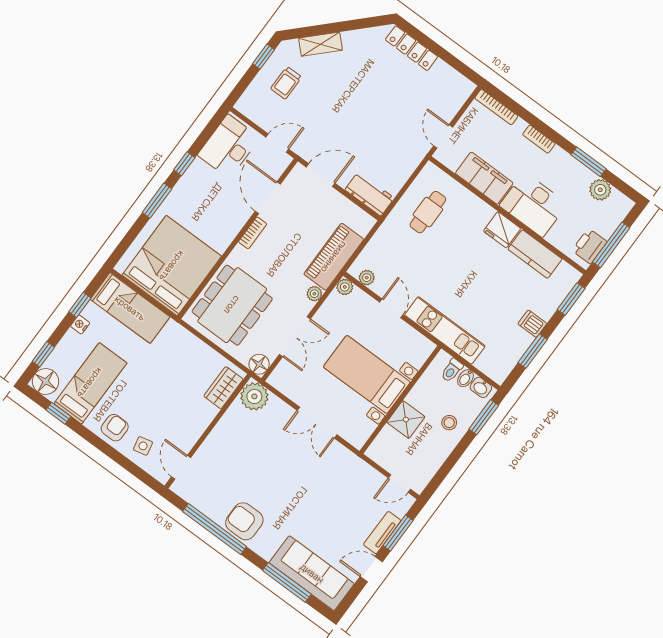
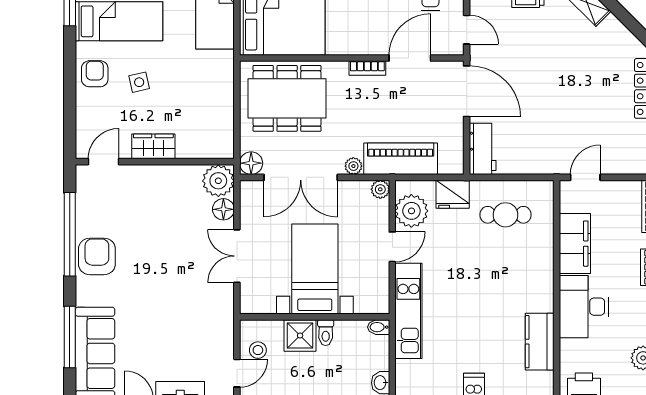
door: (321, 175) -> (467, 91), width x1.36
fridge: (502, 230) -> (453, 194), moved, turned -90
plant: (367, 278) -> (411, 211), width x1.88, depth x1.88
double door: (295, 337) -> (301, 177), width x1.37
toilet: (452, 370) -> (326, 333), moved, turned -90
bidet: (466, 378) -> (379, 327), moved
wardrobe: (223, 388) -> (153, 146), moved
floor lamp: (277, 408) -> (223, 209), added
stool: (449, 423) -> (258, 350), moved
armchair: (115, 428) -> (95, 74), turned -90
side table: (143, 446) -> (139, 82), moved
door: (399, 484) -> (237, 373), swing flipped

